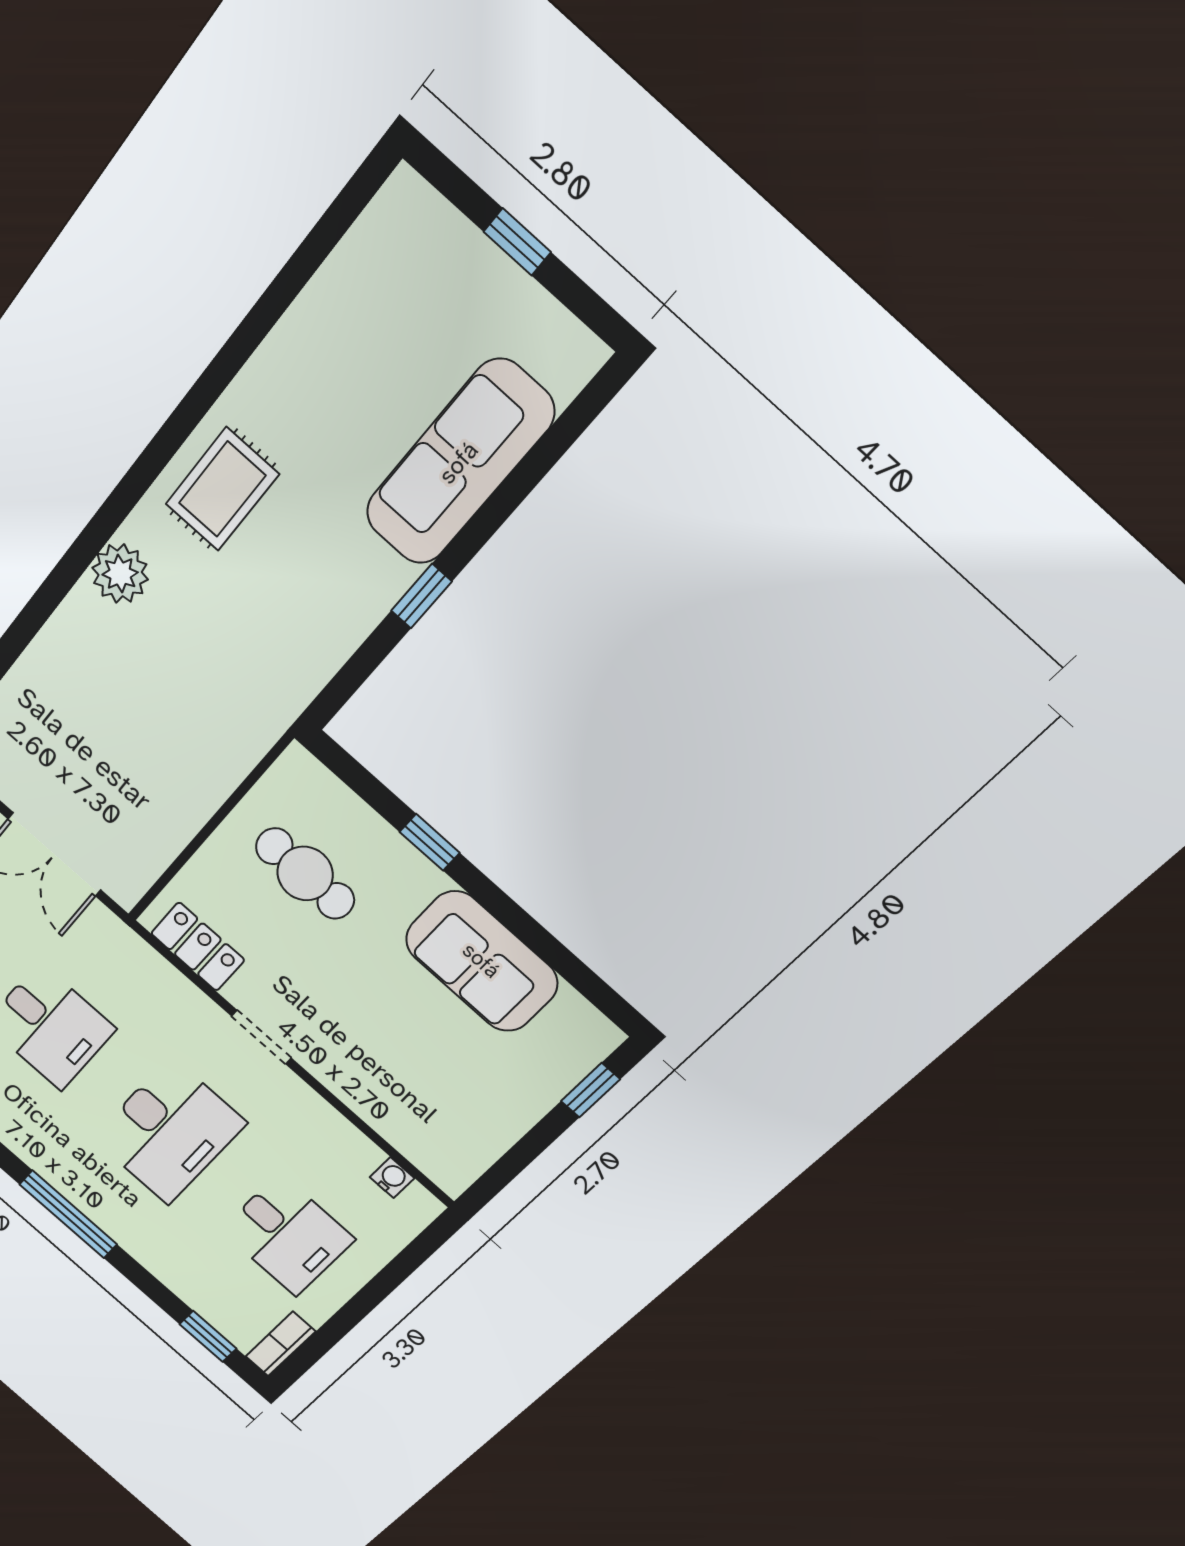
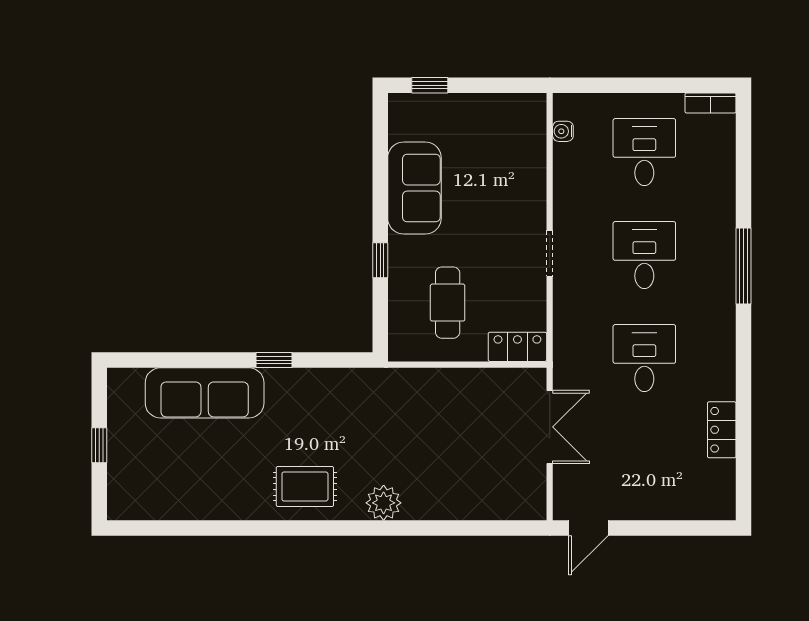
locker: (198, 947) -> (517, 347), moved, turned 90
desk: (169, 1131) -> (644, 255), width x0.73
window: (208, 1336) -> (744, 141), removed

